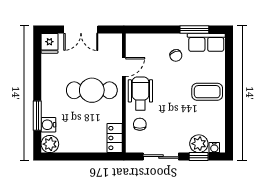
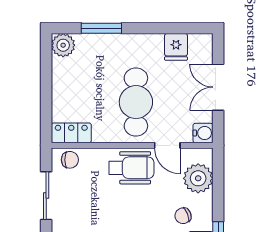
fridge: (49, 43) -> (176, 47), moved, turned -90
plant: (148, 44) -> (198, 178), added
chair: (140, 124) -> (70, 160), moved
water cooler: (48, 125) -> (203, 133), moved, turned 90

